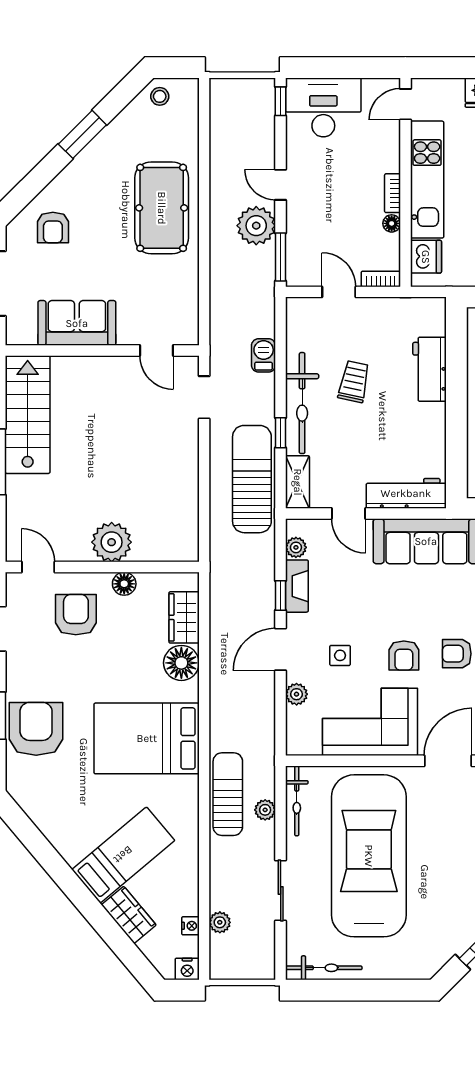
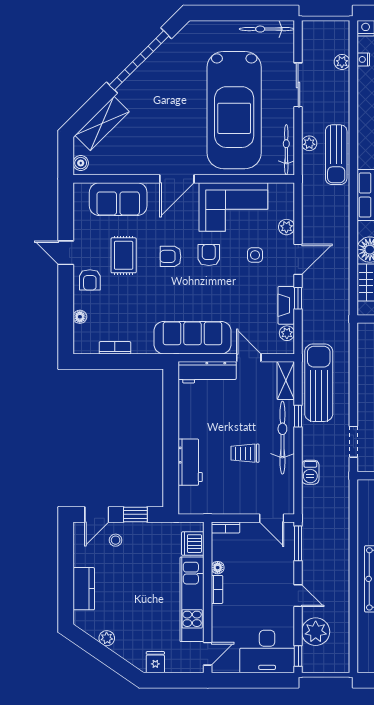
plant: (256, 226) -> (316, 632), moved
door: (339, 292) -> (272, 518), moved
trolley: (354, 382) -> (245, 453), turned 78
sun lounger: (252, 479) -> (319, 383), turned 180
armchair: (457, 654) -> (170, 256), turned 180

